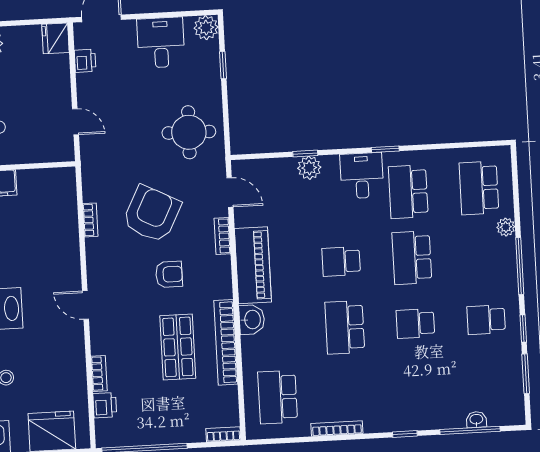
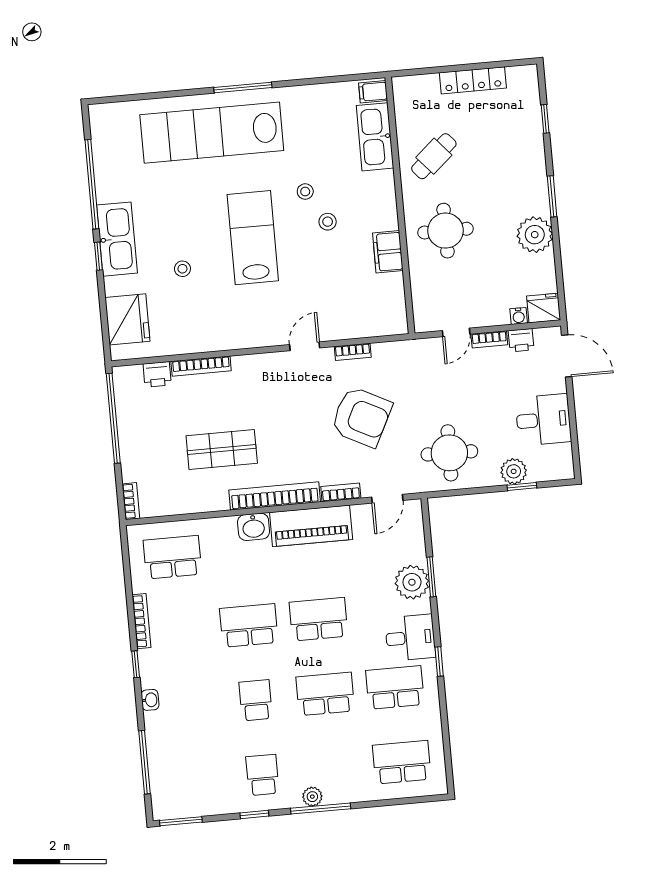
plant: (206, 28) -> (514, 471), moved
water cooler: (62, 62) -> (519, 316), added
bookcase: (83, 91) -> (489, 339), added
window: (305, 154) -> (431, 577), width x1.50
plant: (309, 168) -> (412, 582), width x1.36, depth x1.36
plant: (506, 227) -> (312, 797), moved
school desk: (341, 261) -> (318, 619), width x1.85
armchair: (169, 274) -> (298, 437), removed
door: (85, 305) -> (305, 346), moved
bookcase: (226, 342) -> (275, 496), moved
bookcase: (99, 374) -> (201, 366), width x1.56
window: (526, 374) -> (181, 821), moved
washbasin: (476, 420) -> (150, 700), moved
window: (405, 434) -> (136, 664), moved

